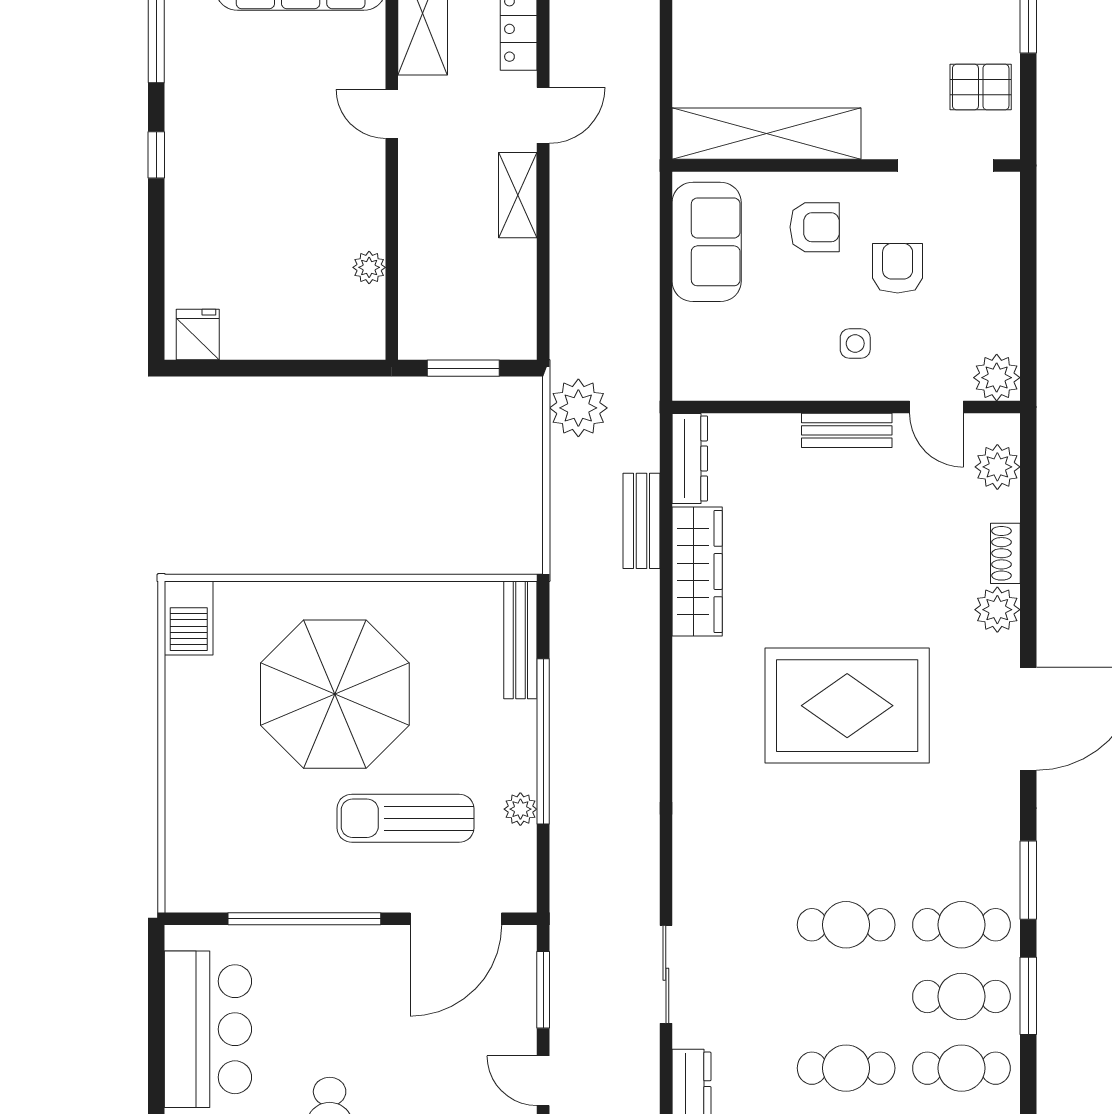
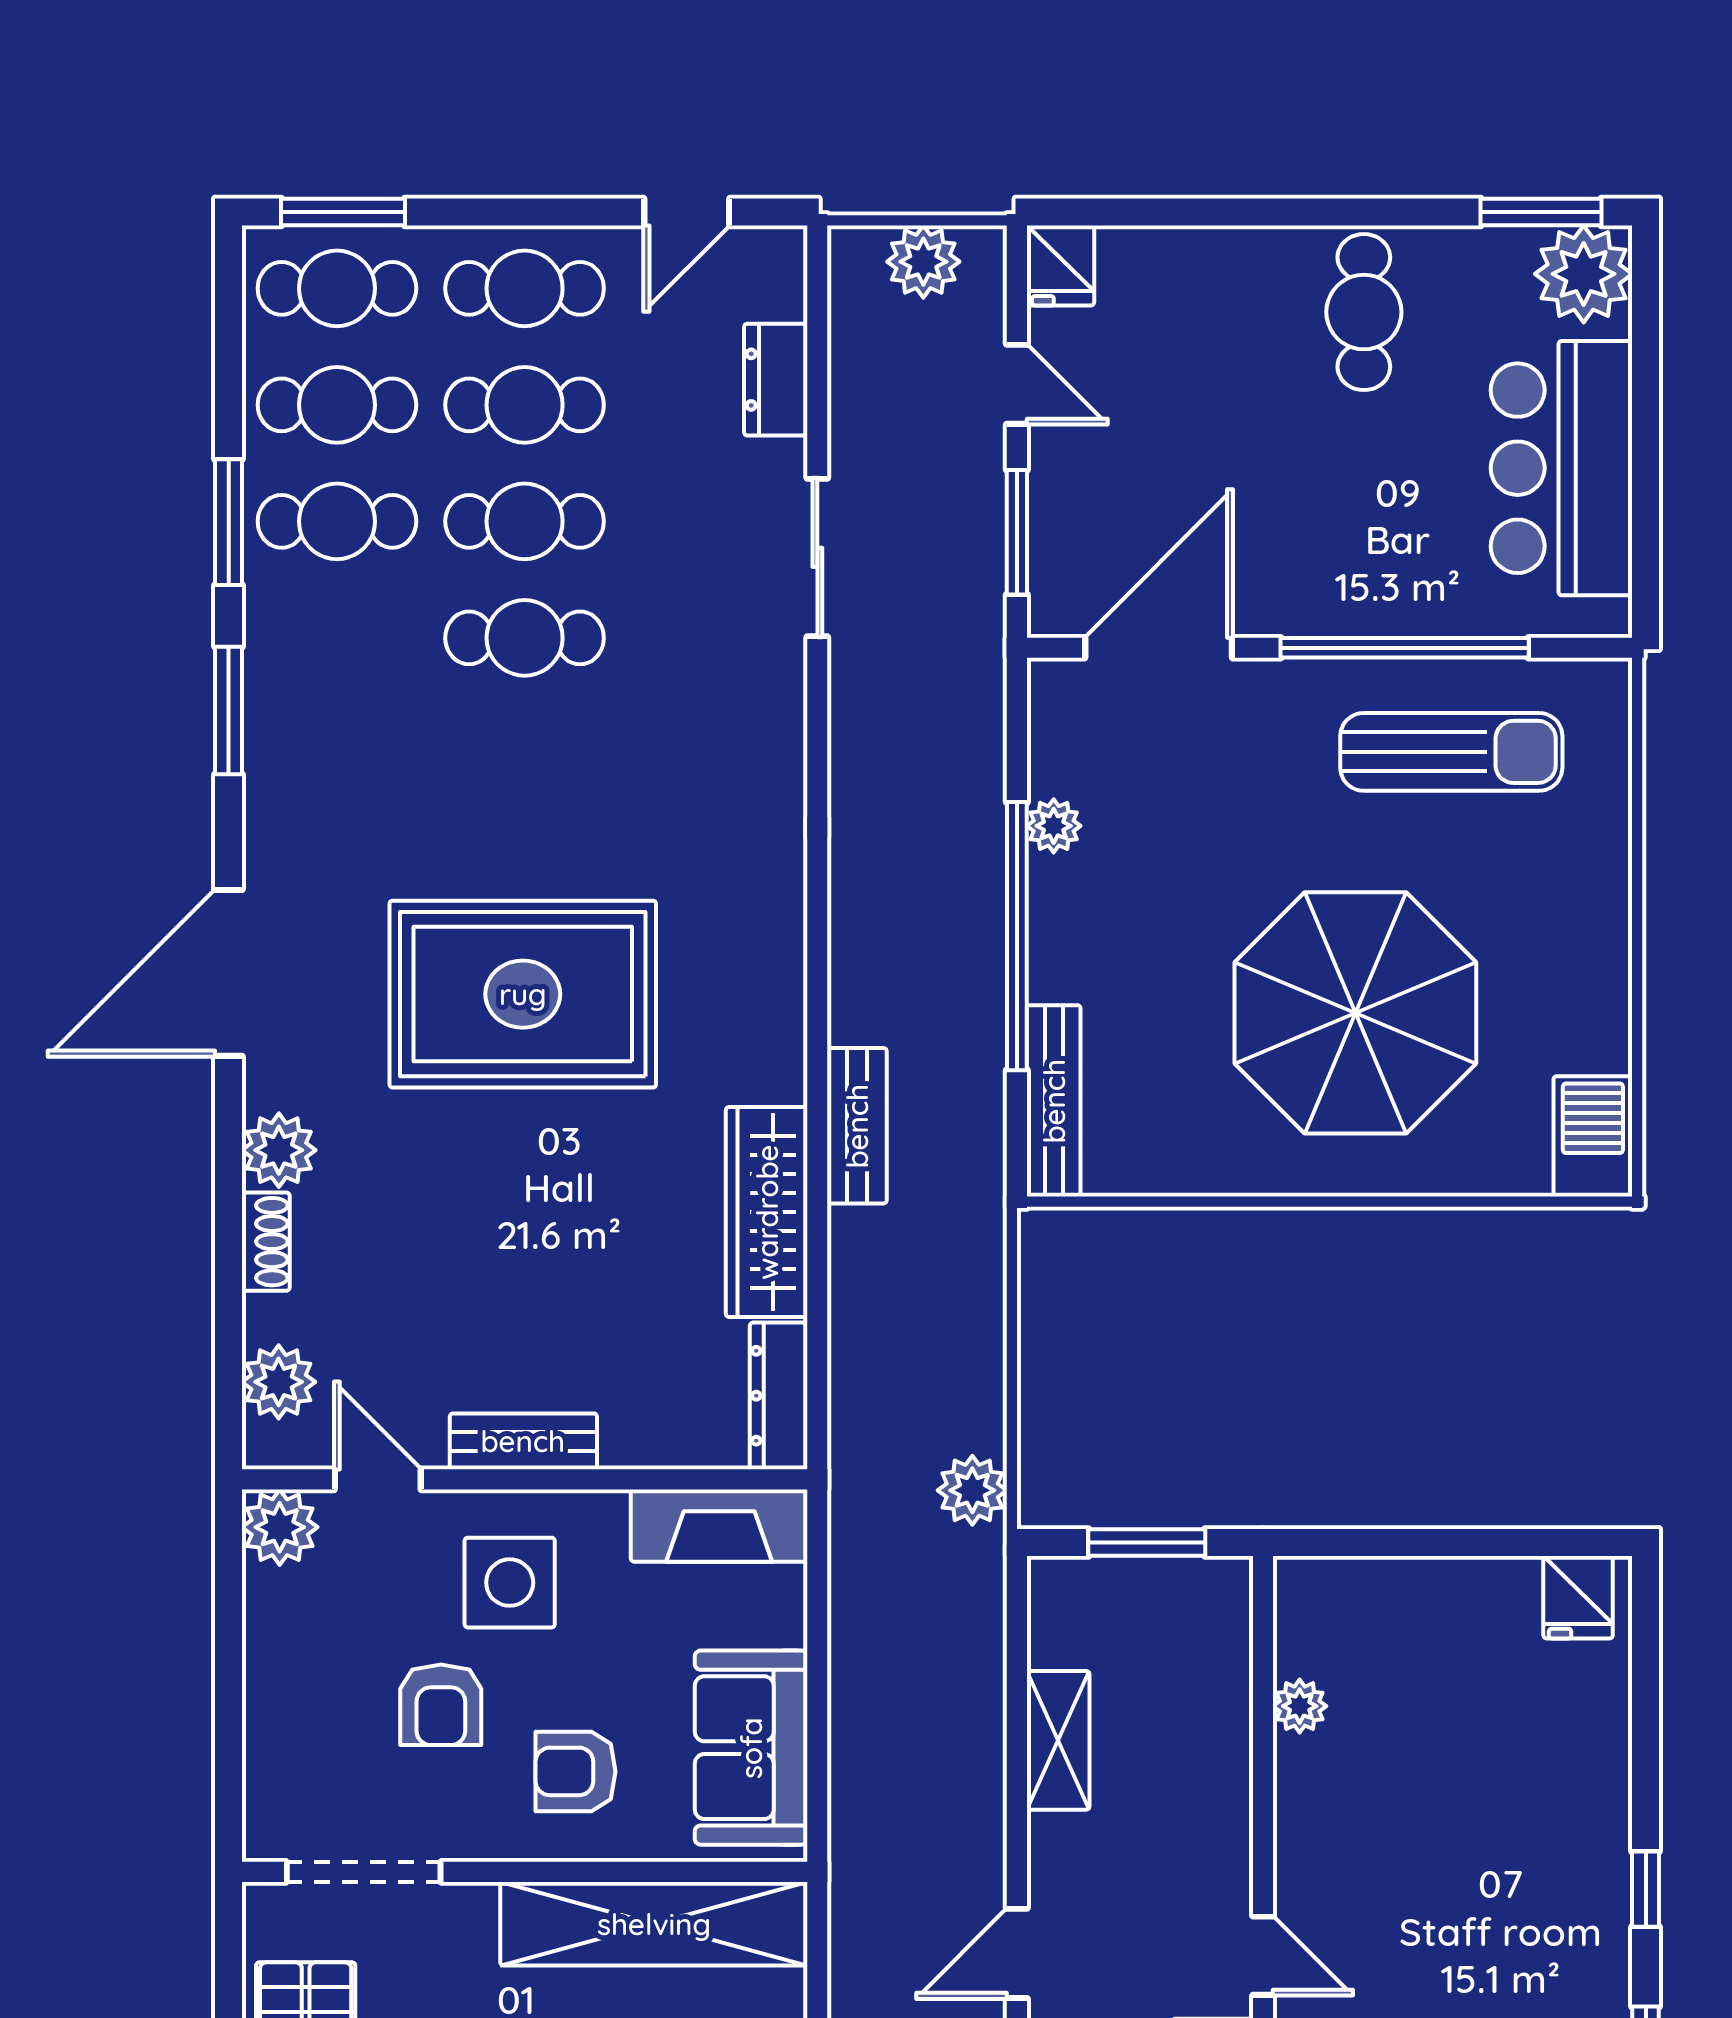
shelving: (518, 195) -> (1058, 1740), moved
side table: (855, 343) -> (510, 1583), width x1.87, depth x1.87
fireplace: (726, 379) -> (719, 1526), added
plant: (578, 408) -> (972, 1490), width x0.73, depth x0.73
bench: (642, 521) -> (857, 1126), moved
sun lounger: (405, 818) -> (1451, 752), moved
cafe table: (961, 925) -> (525, 521), moved

